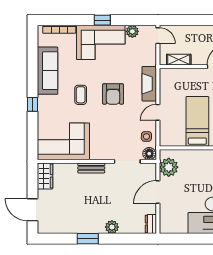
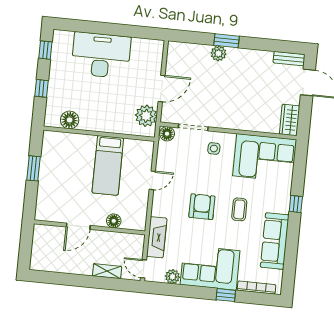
window: (102, 20) -> (226, 295), moved
shelving: (179, 60) -> (107, 271), moved
floor lamp: (188, 74) -> (114, 221), added
fireplace: (149, 84) -> (157, 237), moved
side table: (146, 136) -> (214, 148), moved
bench: (91, 168) -> (289, 59), moved
dresser: (151, 224) -> (173, 52), removed
window: (88, 239) -> (227, 41), moved

